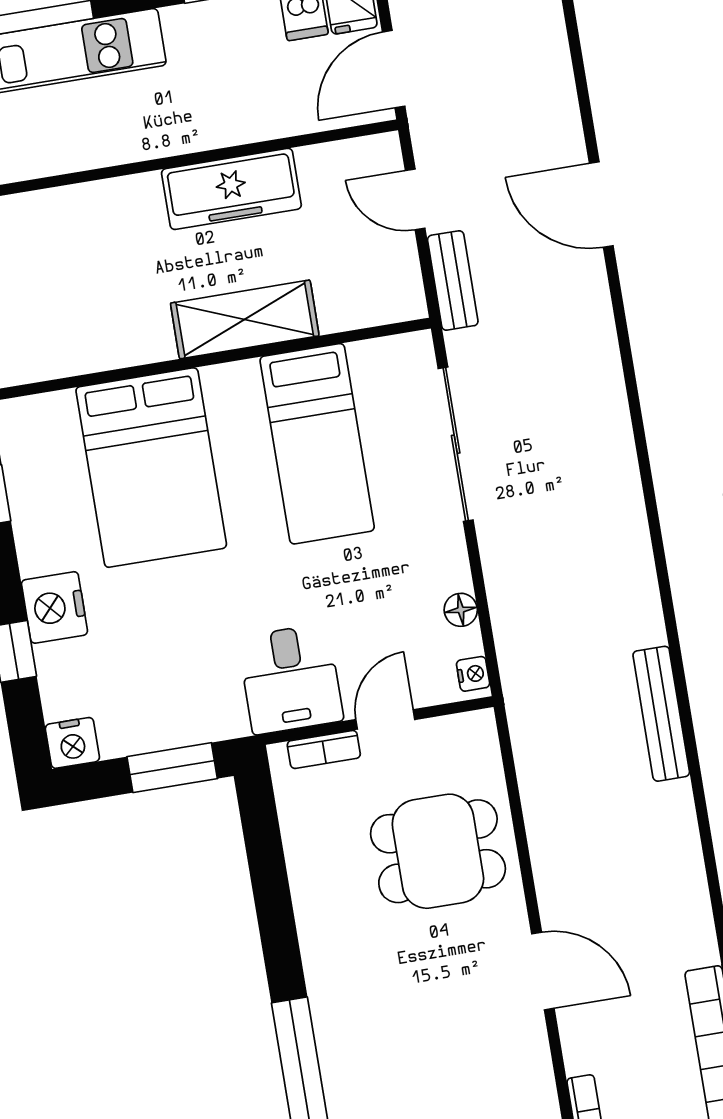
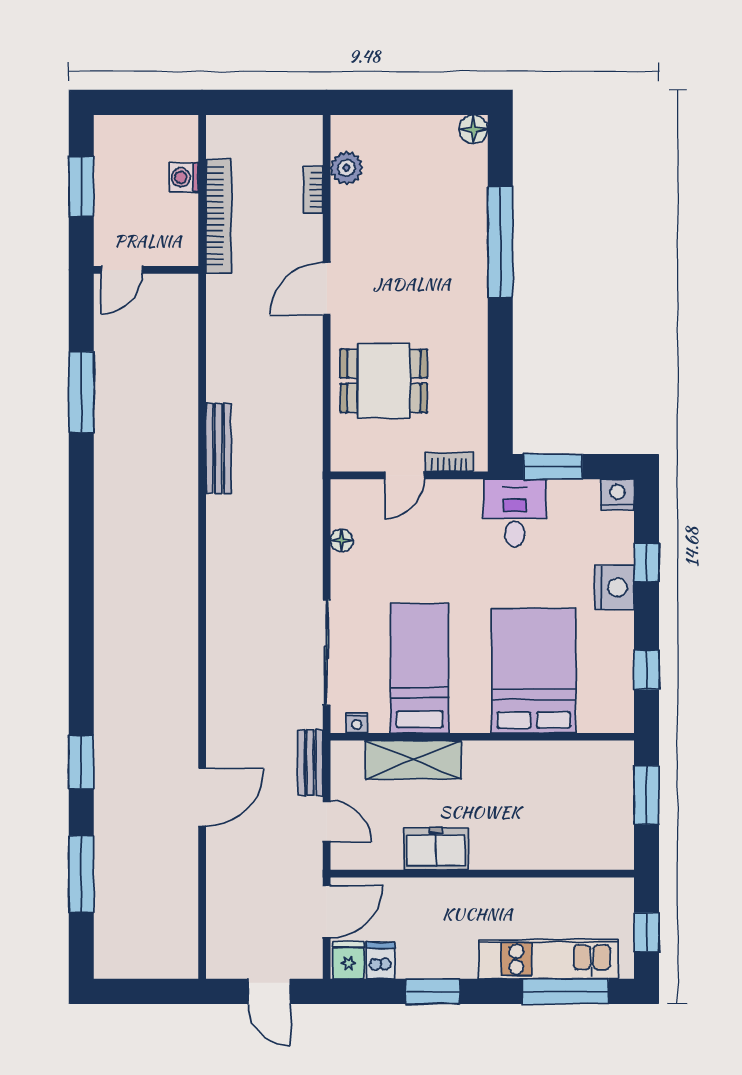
freezer: (231, 189) -> (436, 849), width x0.71
door: (601, 205) -> (202, 797), hinge flipped
shelving: (245, 319) -> (413, 760), moved
nightstand: (473, 674) -> (357, 723), moved, turned -90
desk: (291, 679) -> (515, 513), moved
door: (543, 971) -> (327, 289), hinge flipped

